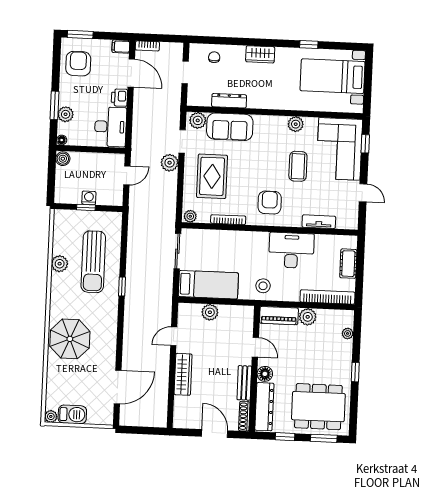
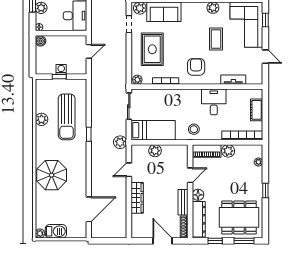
plant: (170, 163) -> (120, 142), moved
desk: (291, 250) -> (214, 102), width x0.73
door: (255, 347) -> (190, 175), hinge flipped

